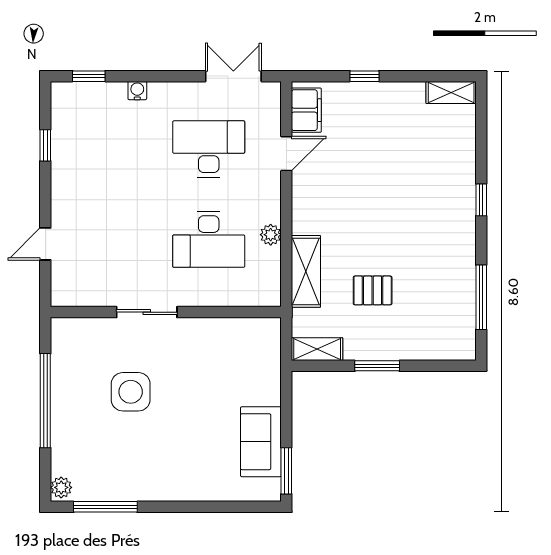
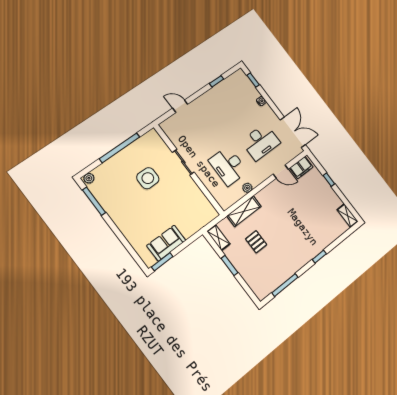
double door: (233, 76) -> (293, 132), width x1.37
desk: (209, 149) -> (261, 142), turned 90

